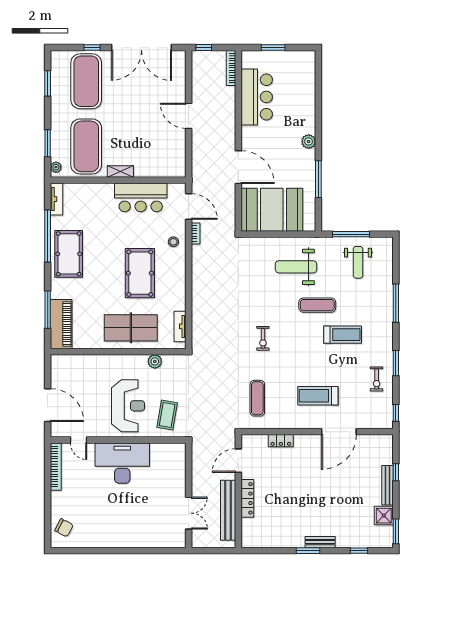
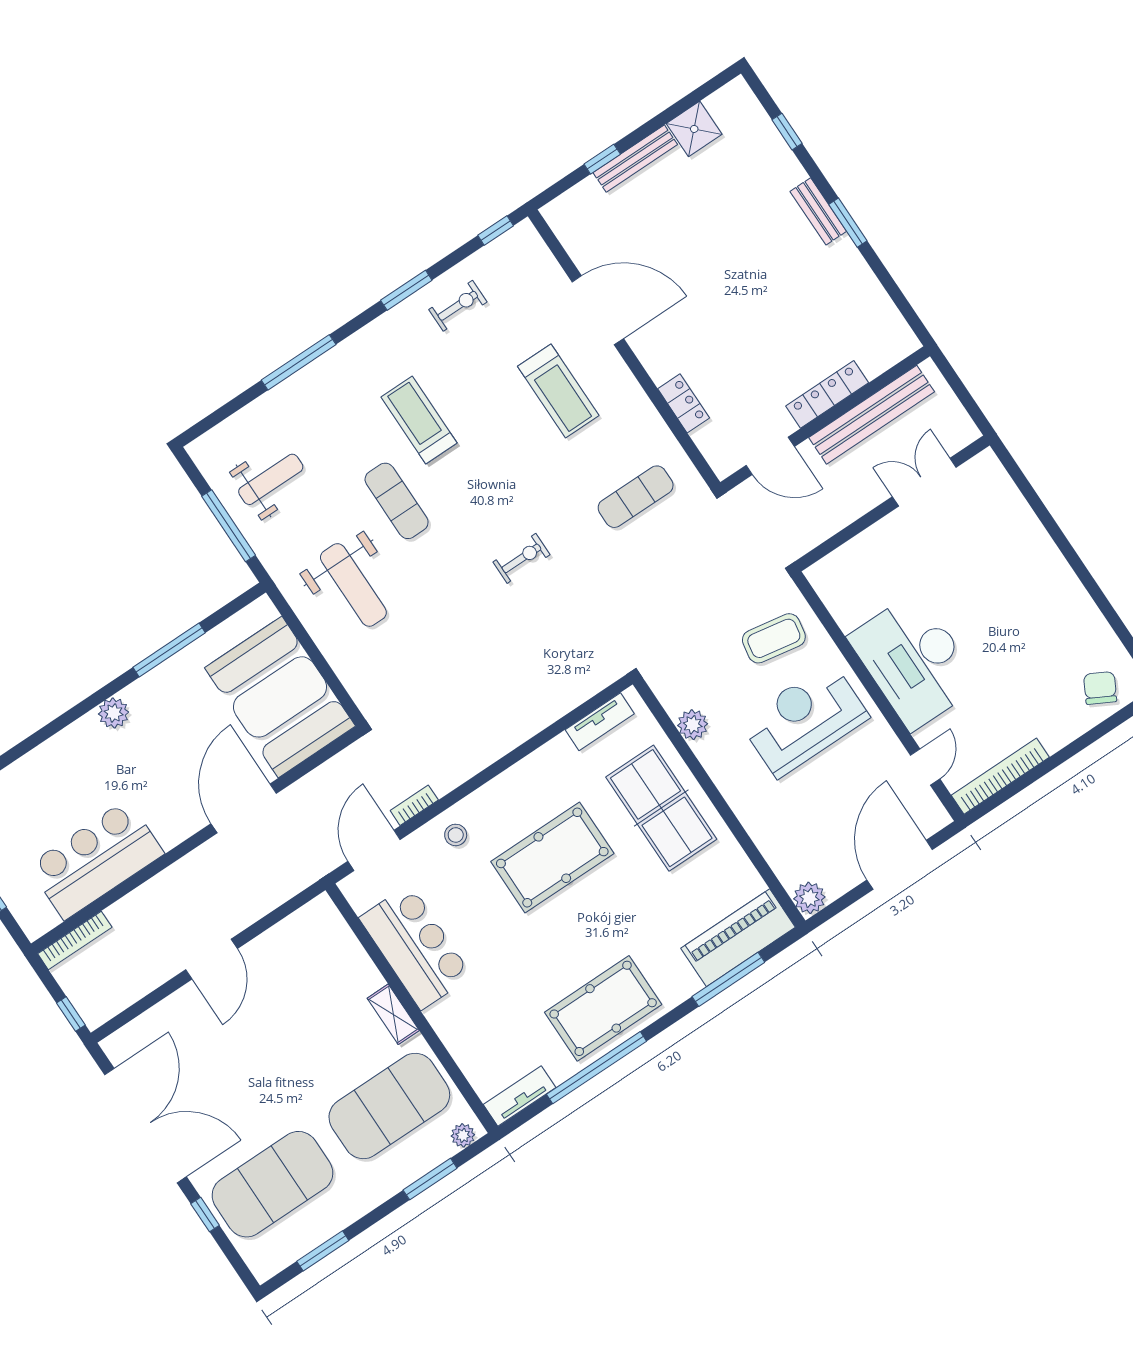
plant: (58, 362) -> (809, 898), added
window: (396, 531) -> (708, 88), removed

